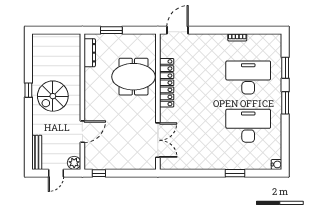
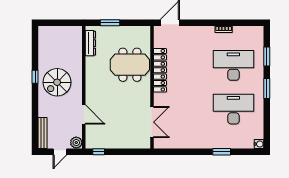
door: (82, 132) -> (84, 114), hinge flipped

